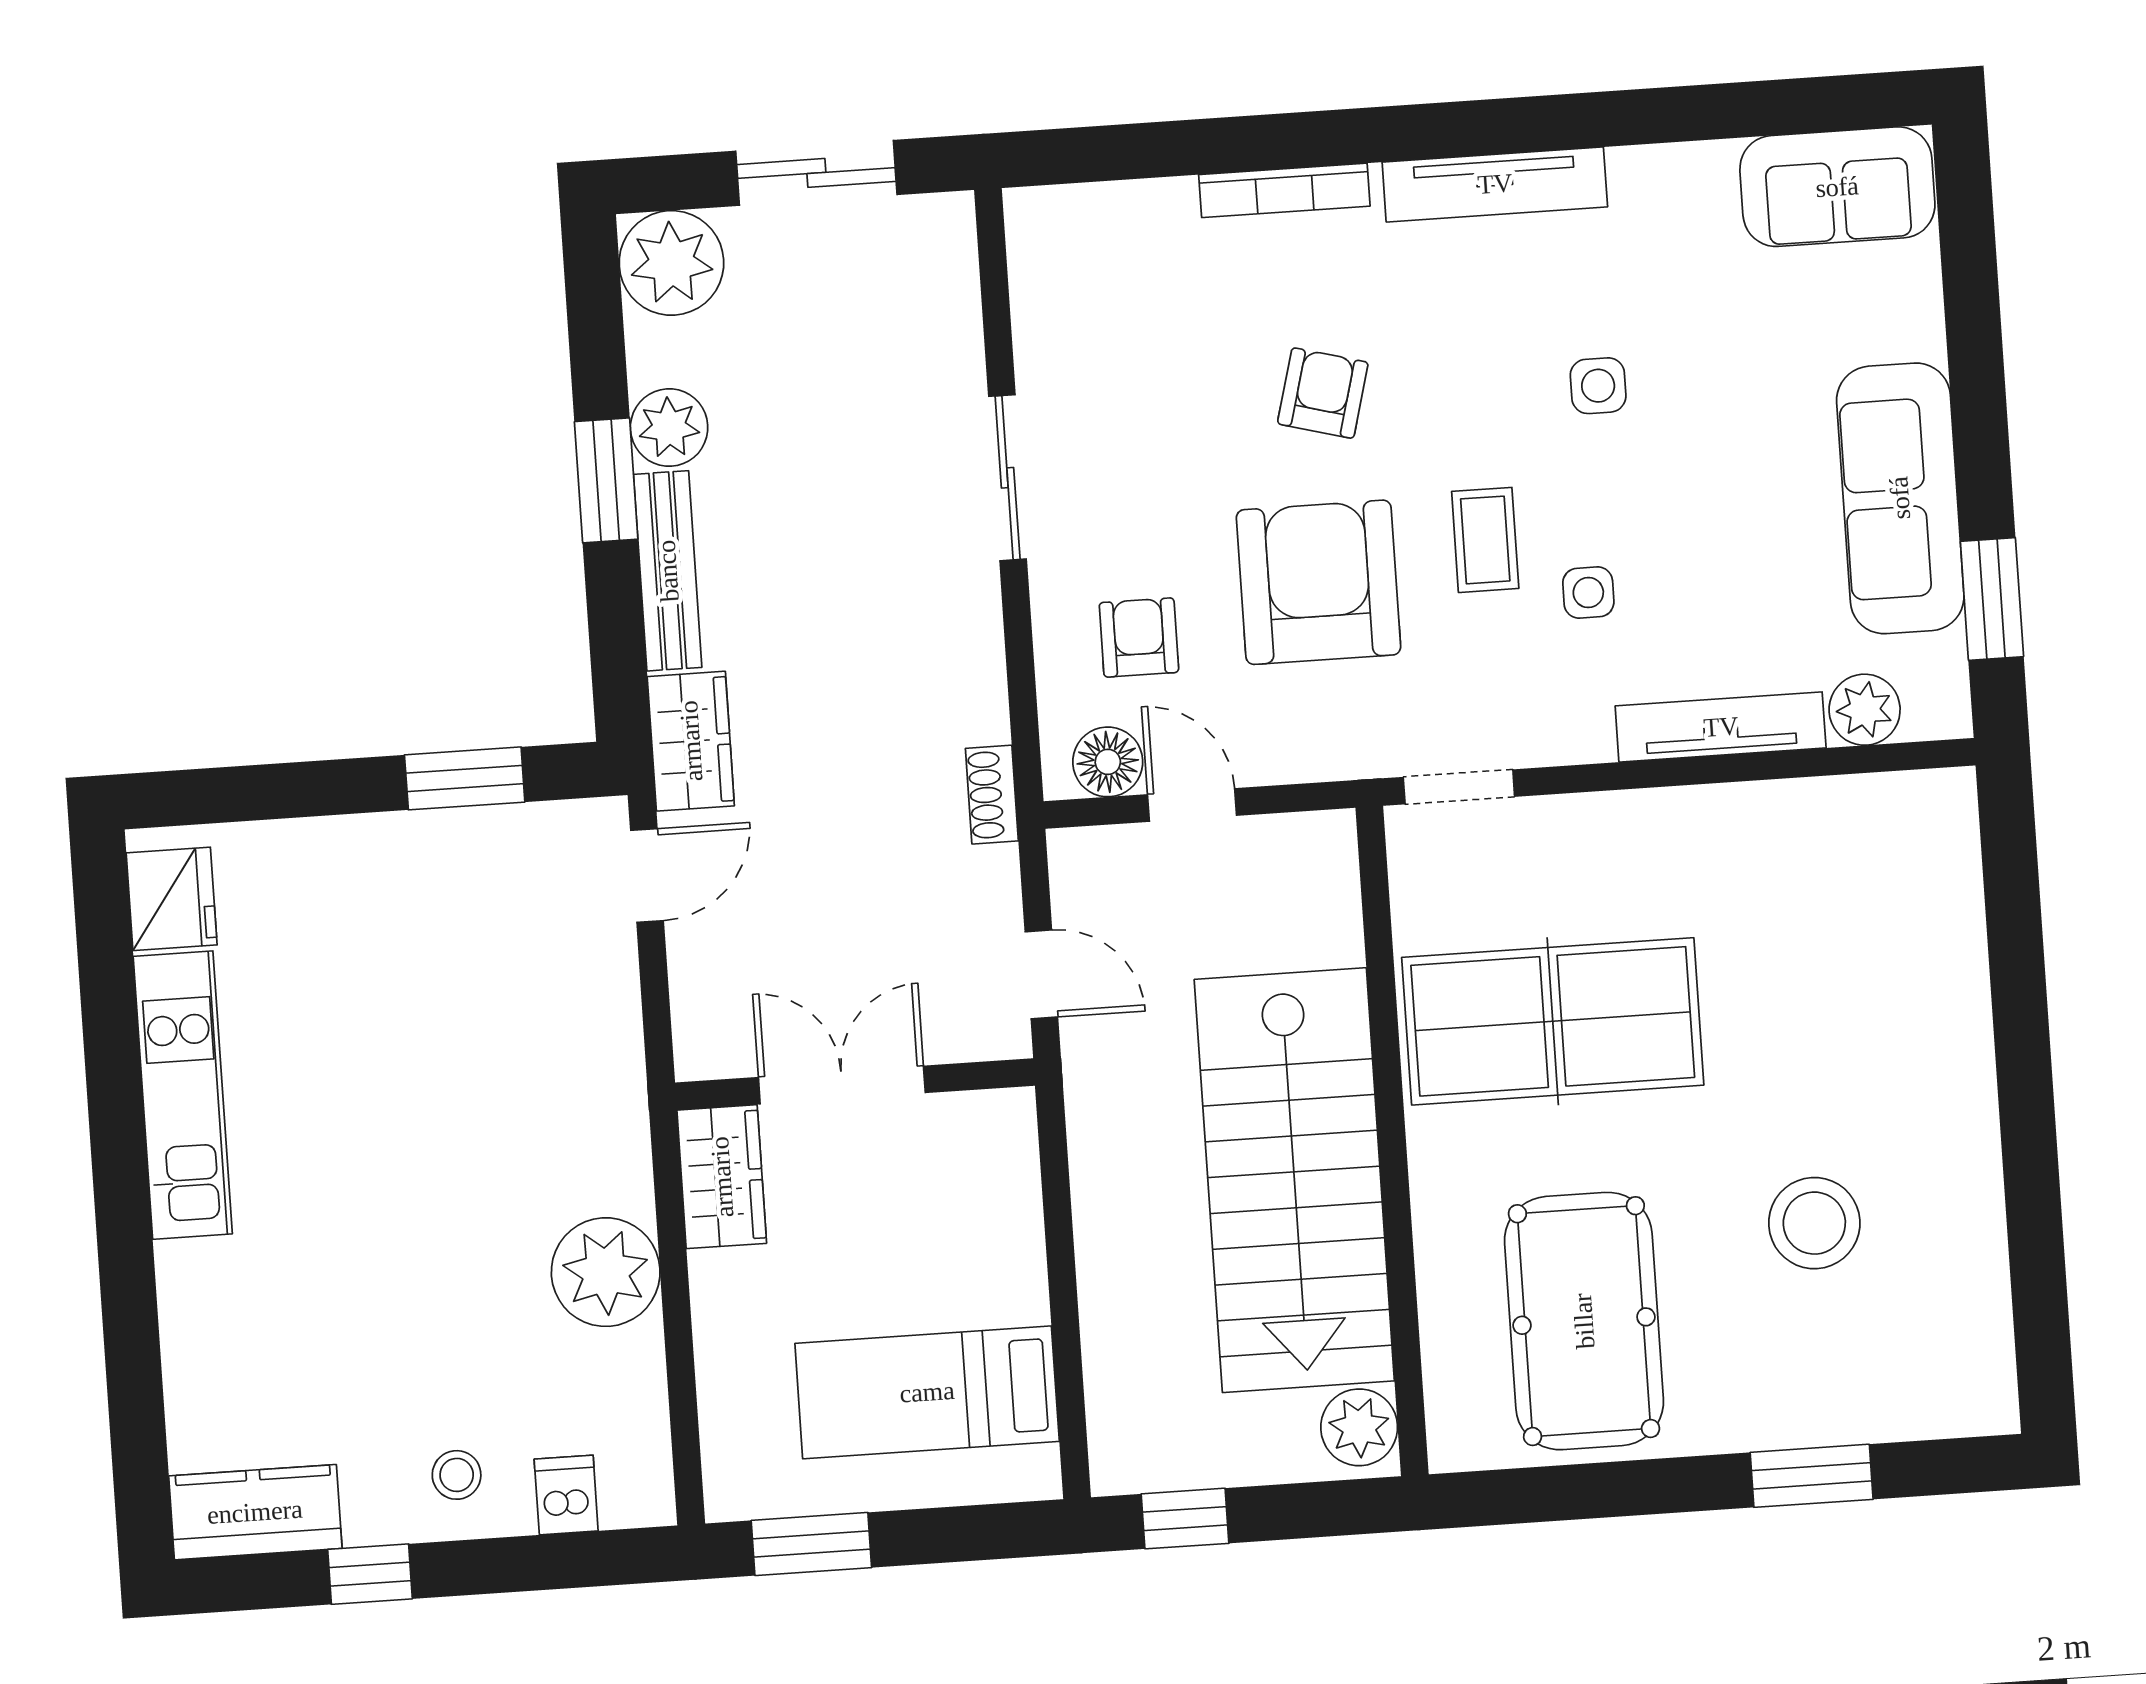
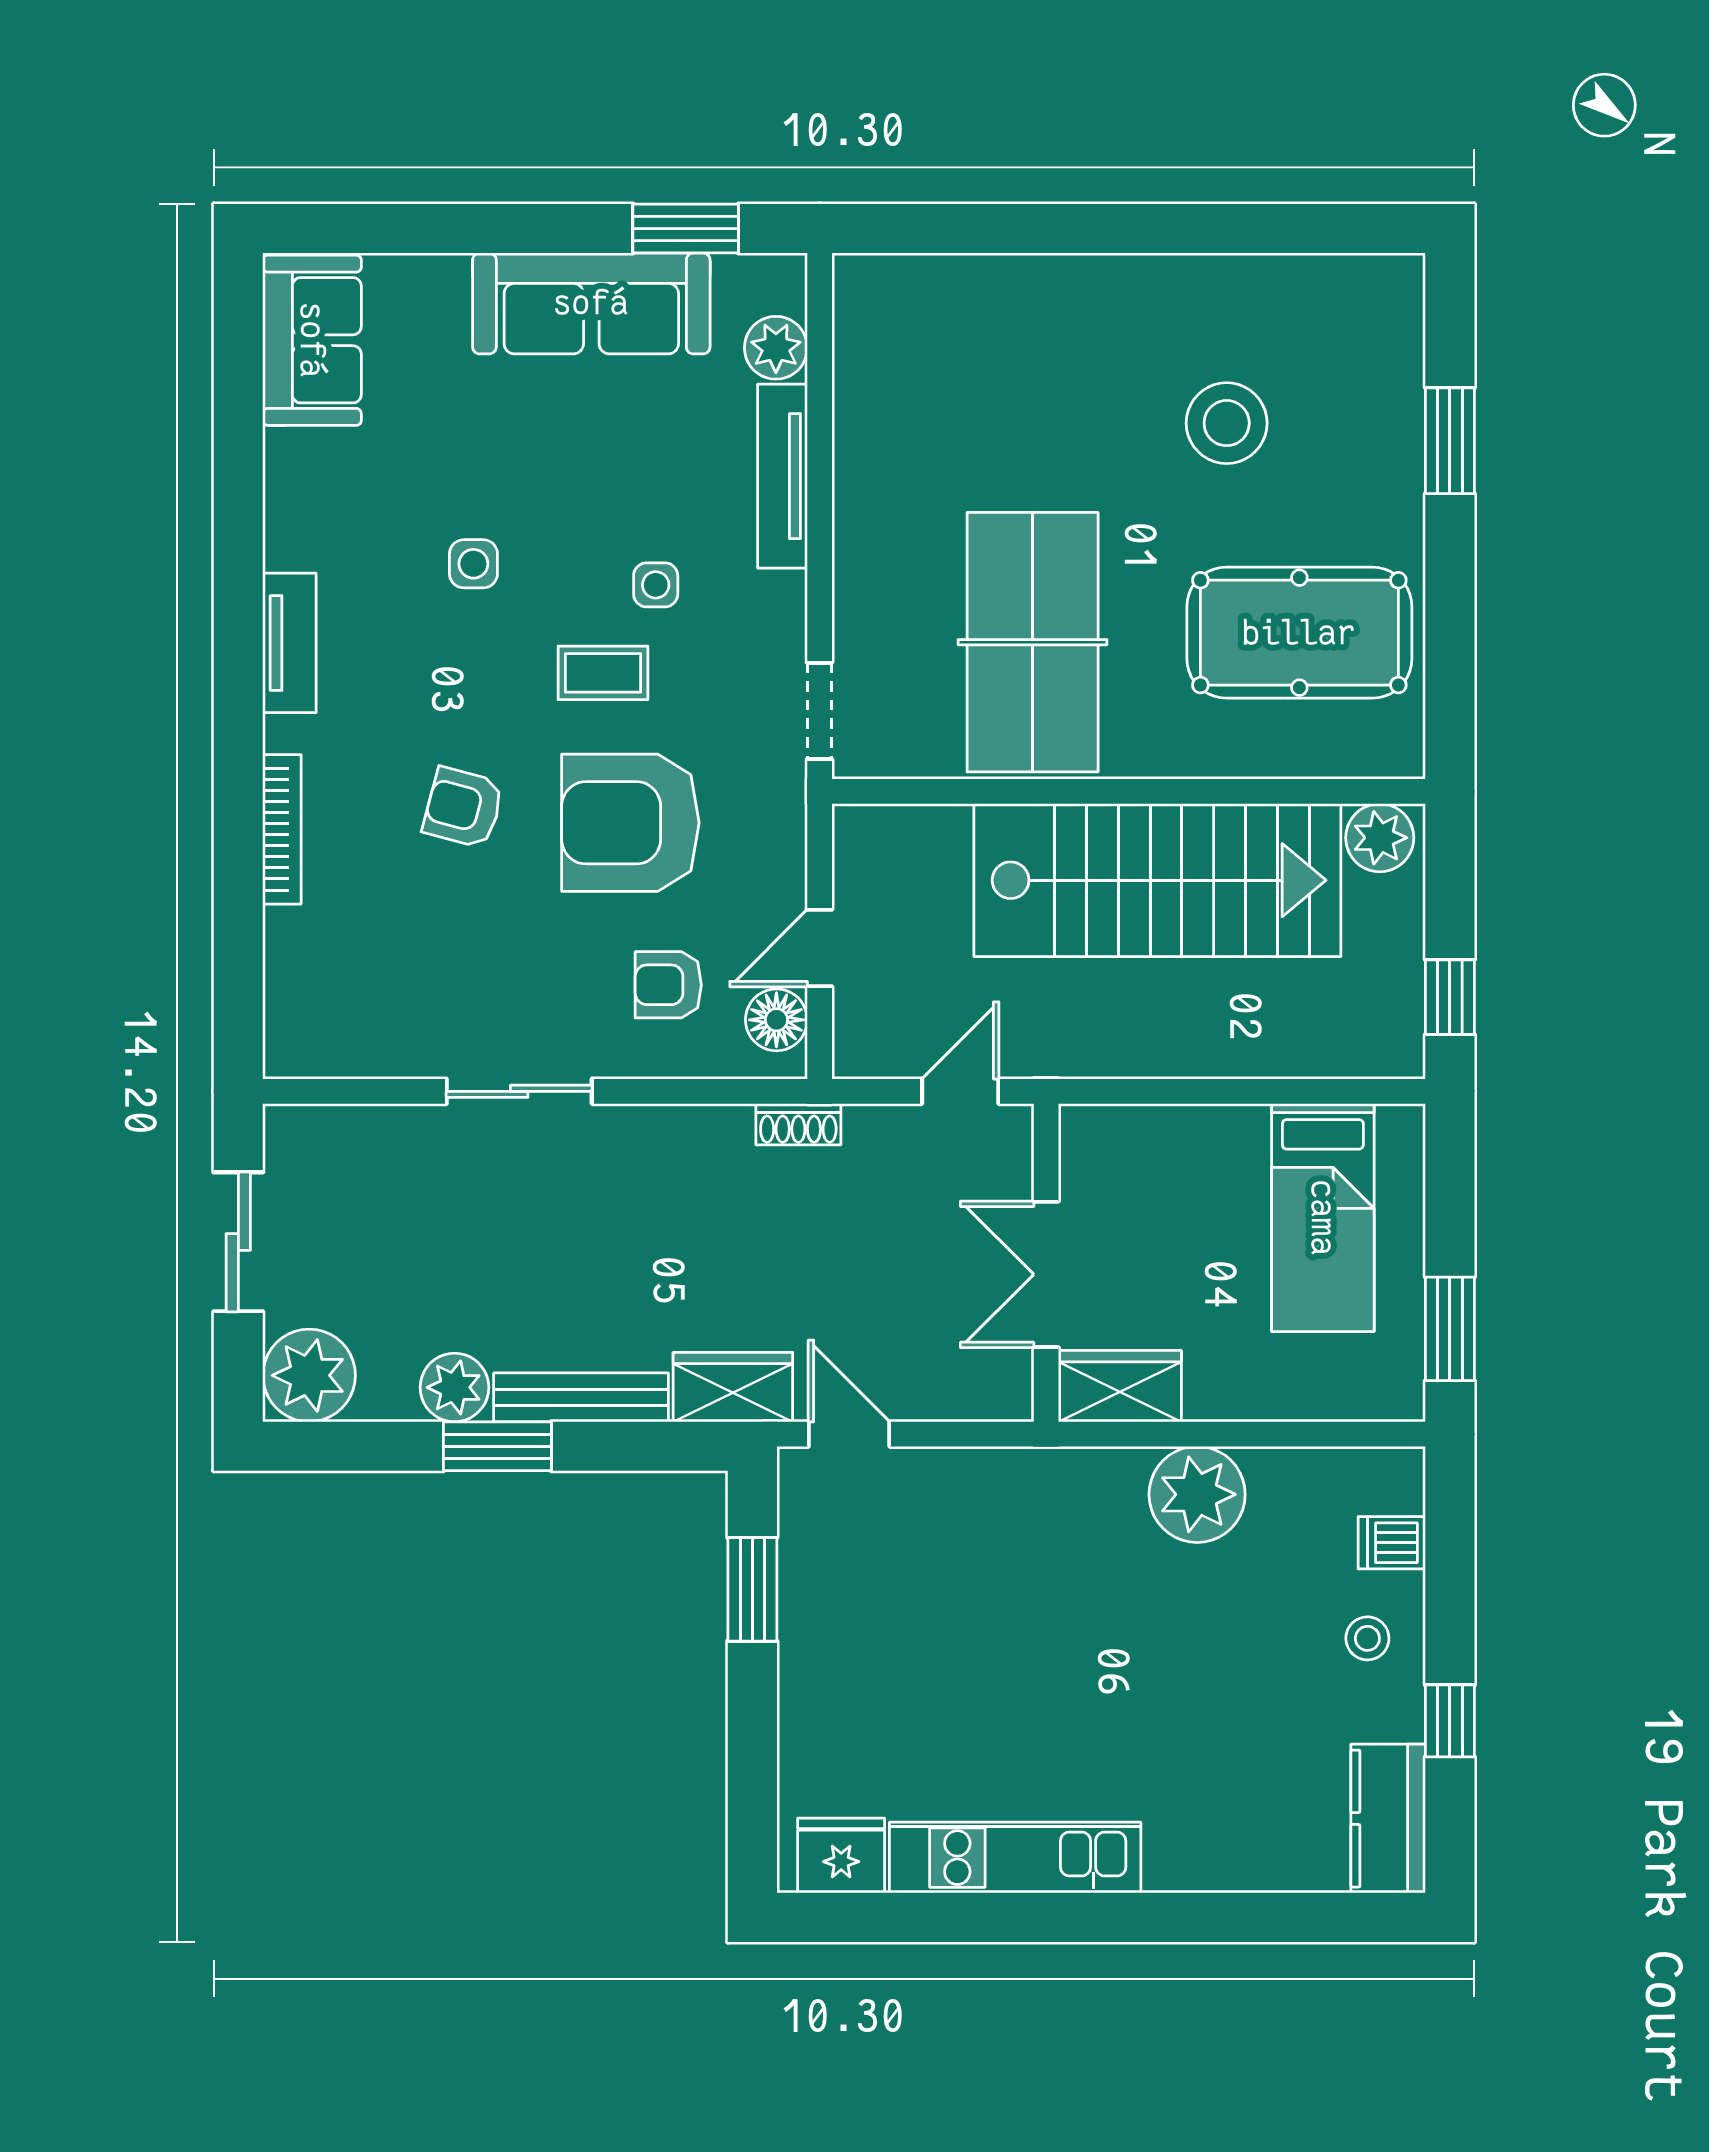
tv unit: (1495, 184) -> (289, 643), width x0.71

